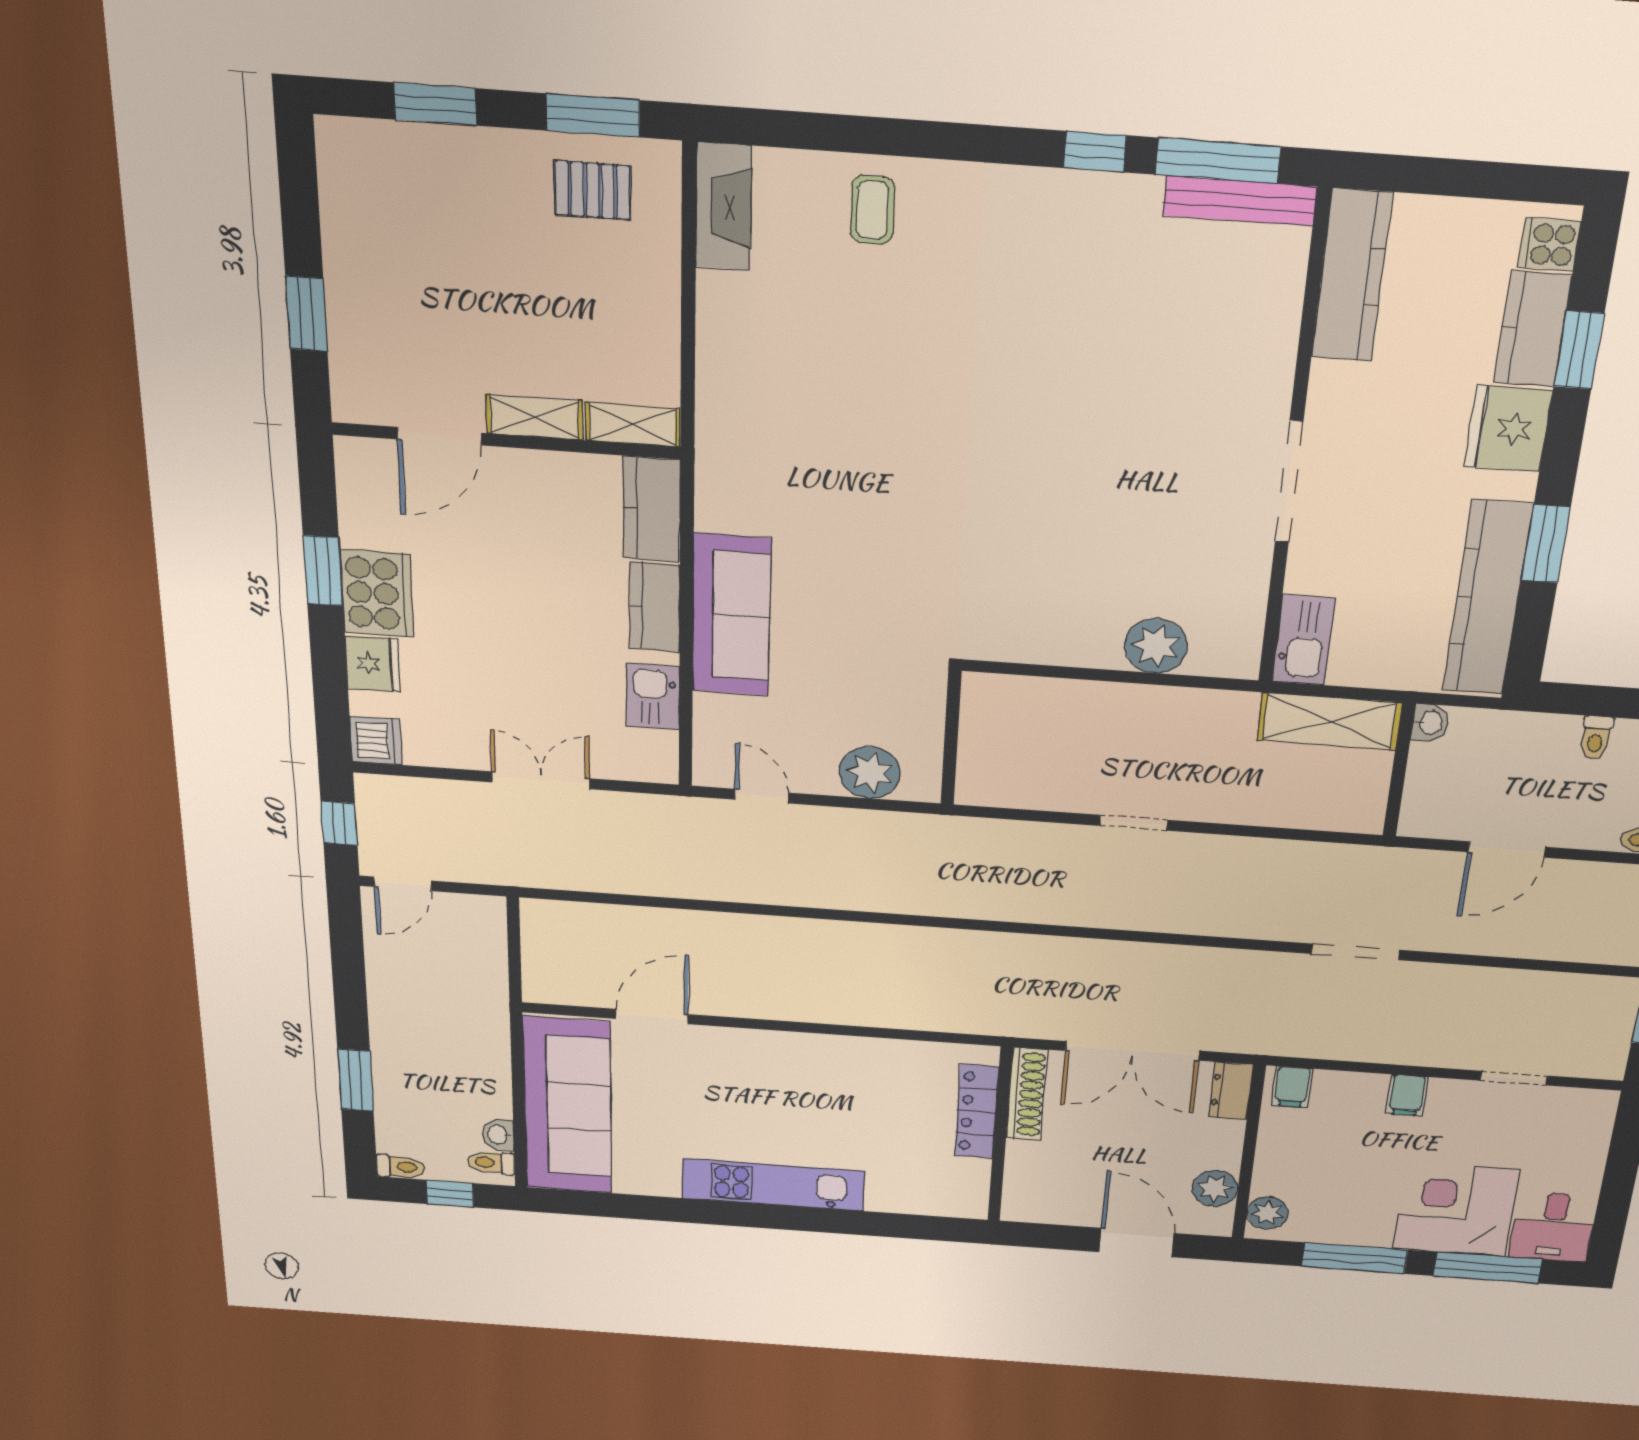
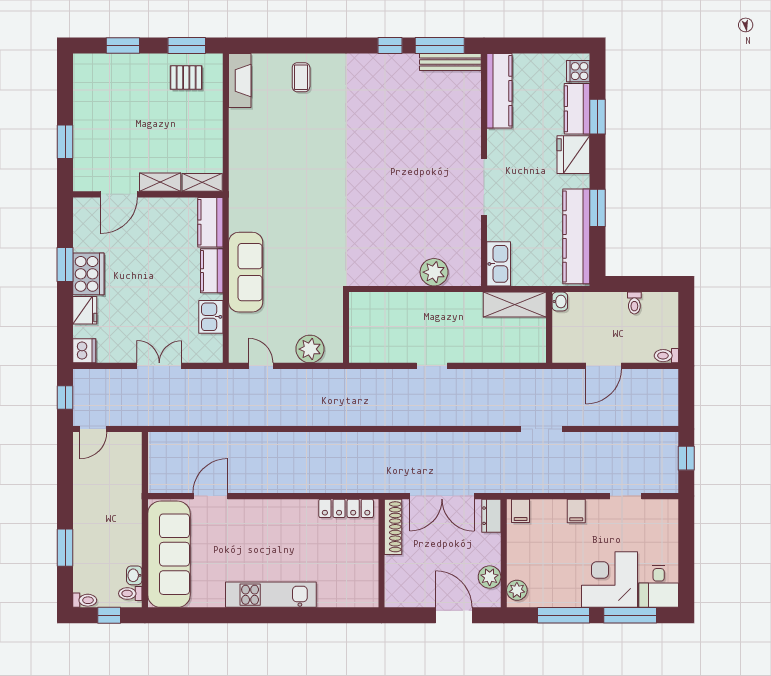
locker: (976, 1112) -> (346, 508), moved, turned -90

